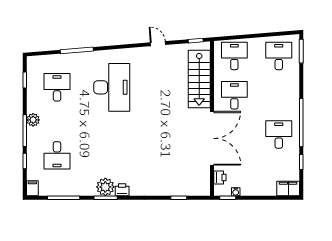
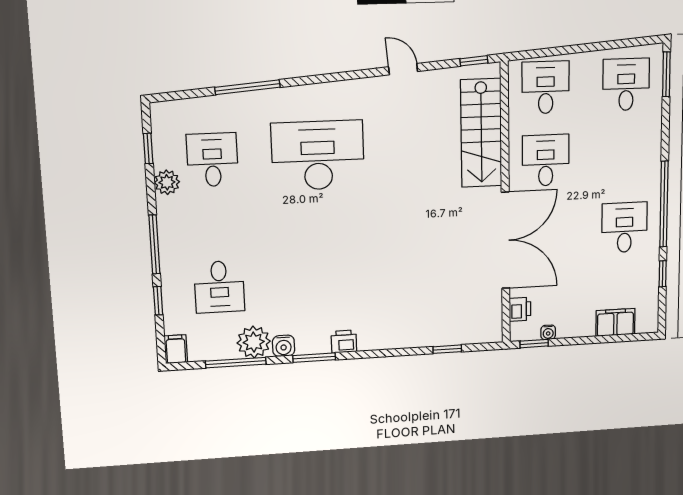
desk: (112, 87) -> (318, 155), turned -90
plant: (33, 120) -> (167, 182), moved
plant: (105, 187) -> (254, 342), moved
filing cabinet: (288, 188) -> (615, 322), moved
water cooler: (89, 190) -> (284, 346), added

